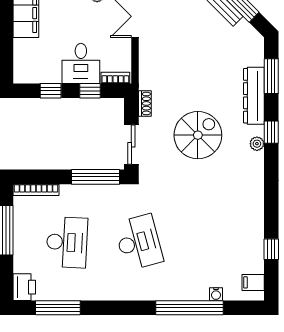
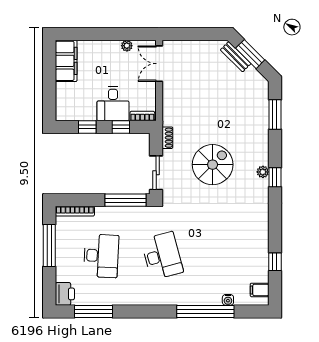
dresser: (254, 96) -> (260, 131), removed
window: (271, 132) -> (275, 177), moved

